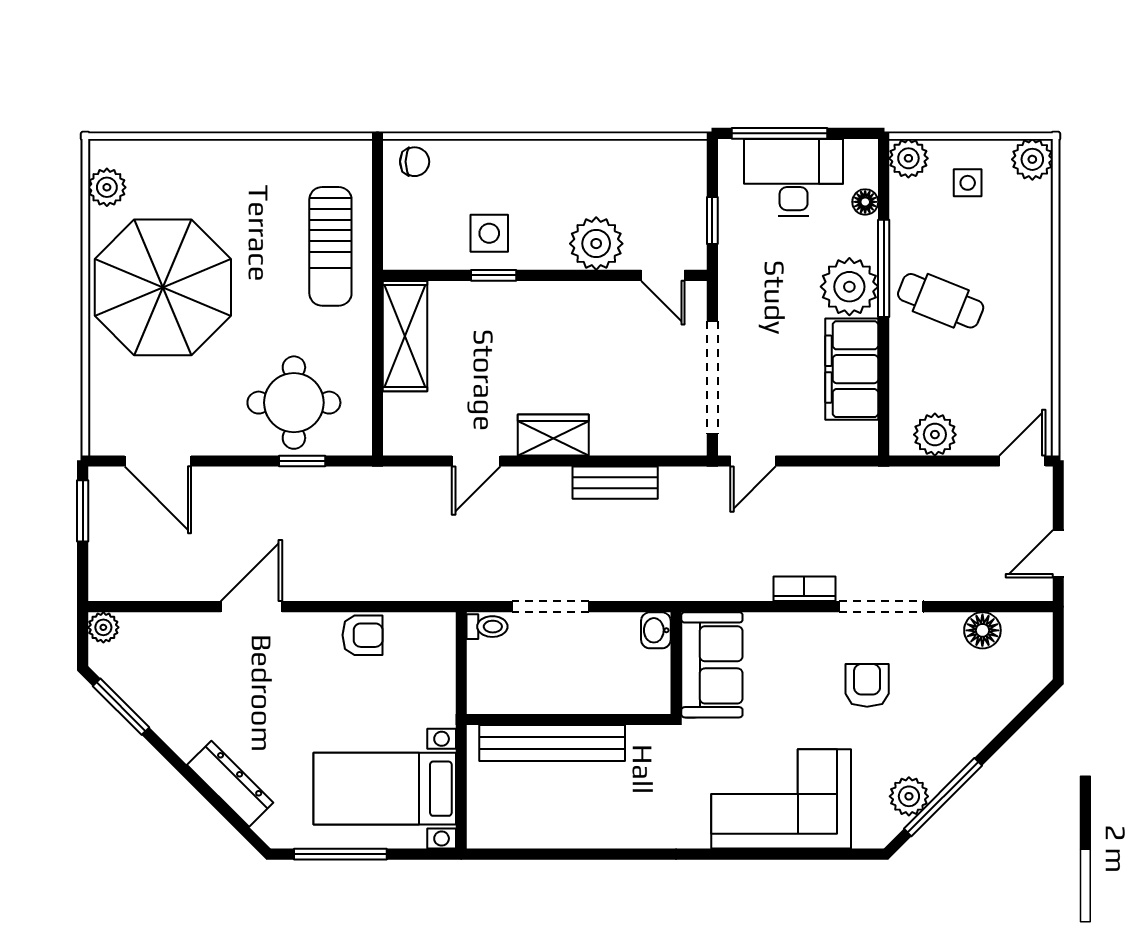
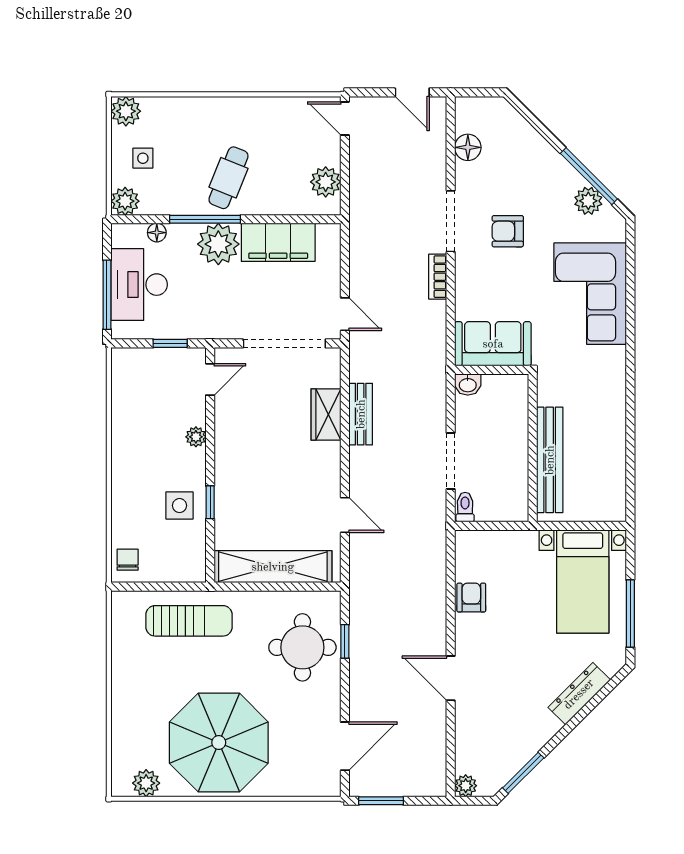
plant: (596, 244) -> (196, 437), width x0.53, depth x0.53
shelving: (405, 336) -> (273, 567), width x1.47
wardrobe: (553, 435) -> (326, 414), moved

